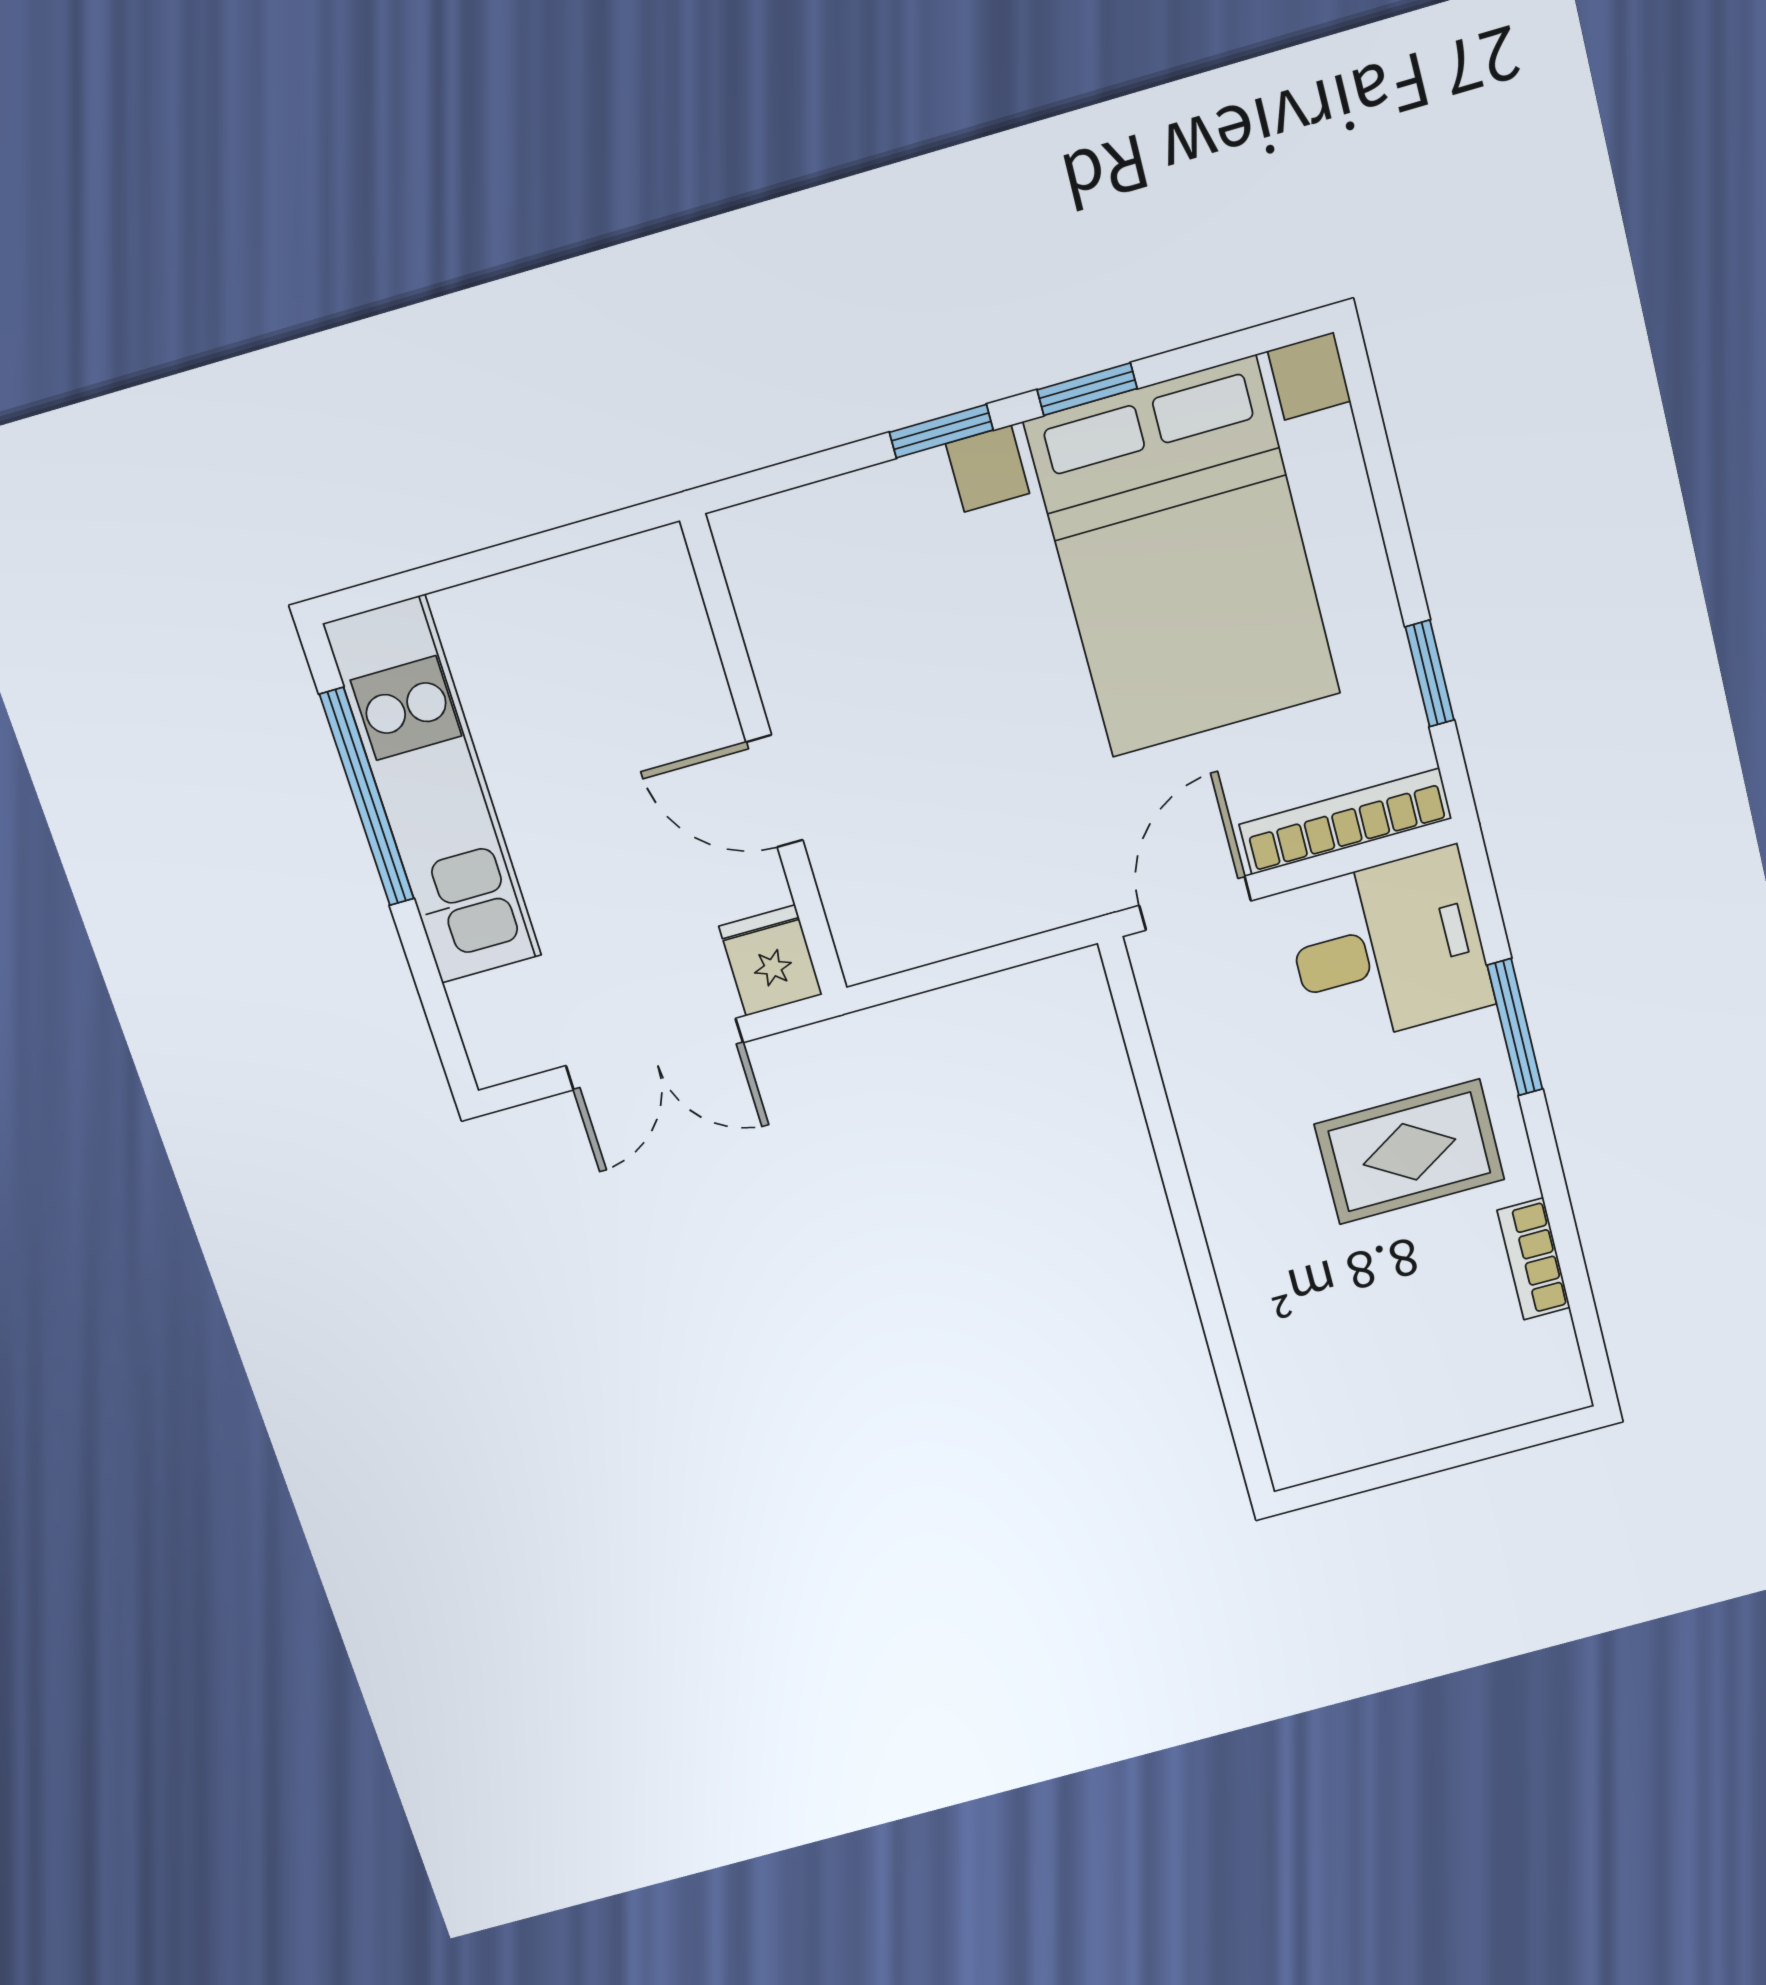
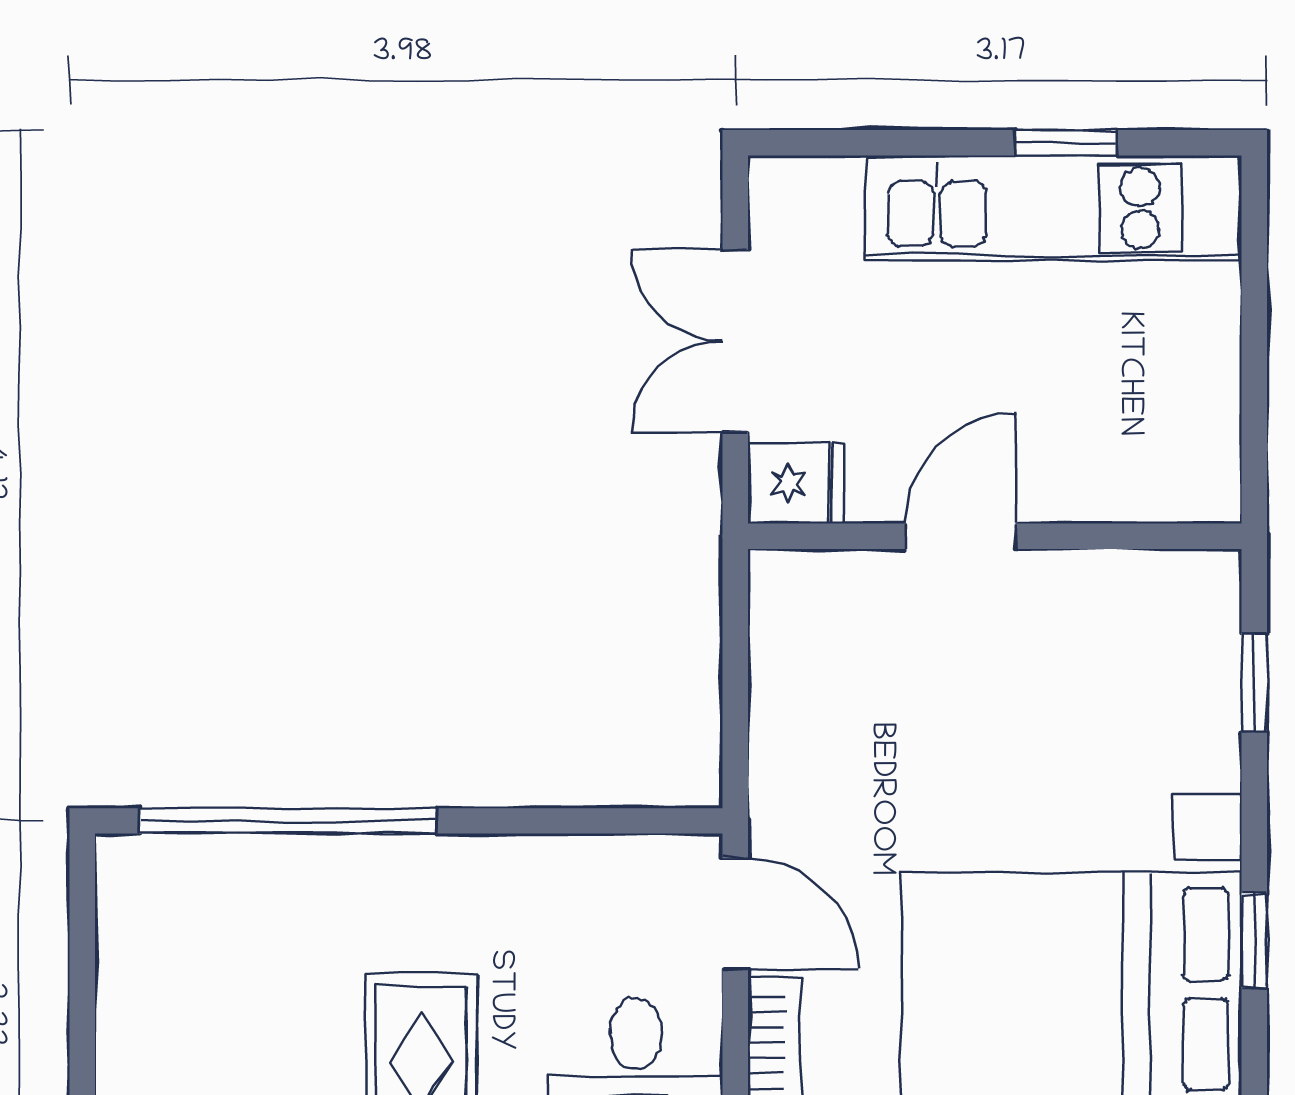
window: (941, 431) -> (1254, 682), moved
window: (367, 797) -> (1066, 143), width x0.46
window: (1217, 1330) -> (288, 821), added

